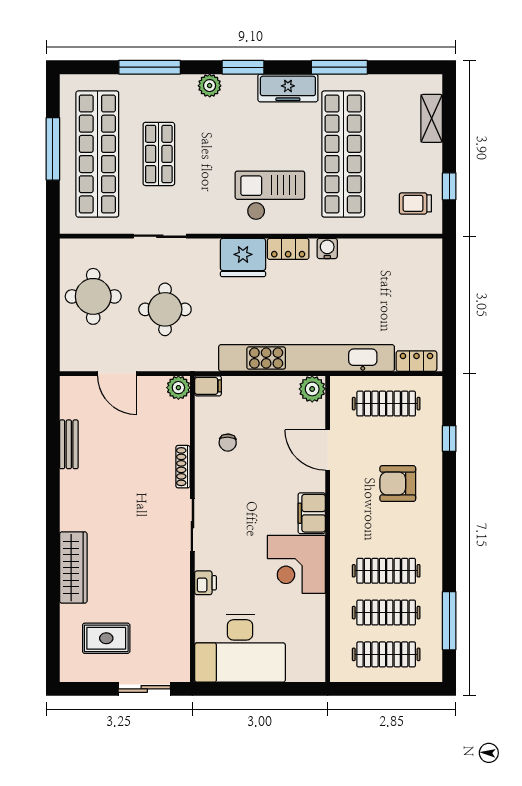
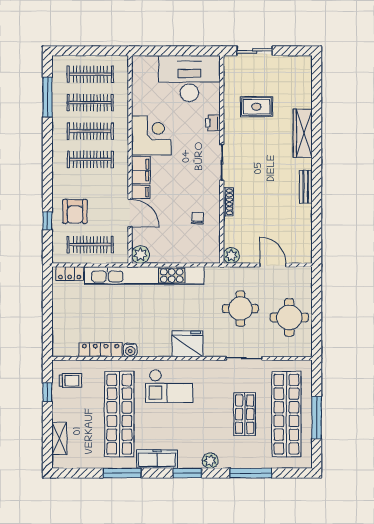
locker: (288, 249) -> (101, 350), moved, width x1.53
filing cabinet: (208, 386) -> (141, 192), moved, turned 180
bench: (69, 444) -> (306, 187), moved
armchair: (398, 484) -> (75, 211), moved, turned 90
clothes rail: (386, 529) -> (90, 159), added
rug: (106, 638) -> (256, 107), moved

